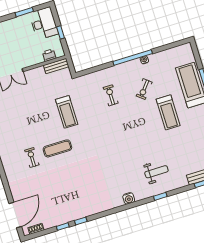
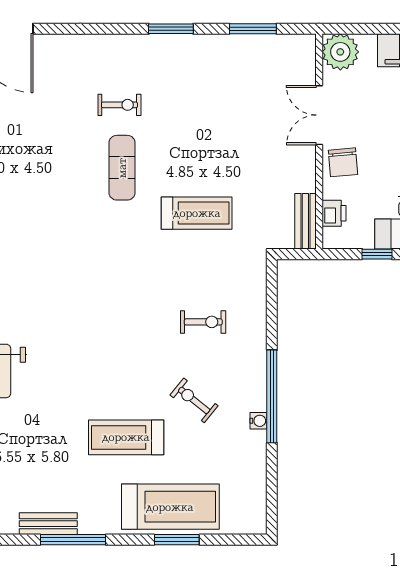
chair: (27, 58) -> (343, 162), added
treadmill: (67, 112) -> (197, 213), turned 180

